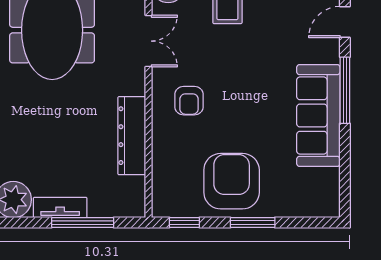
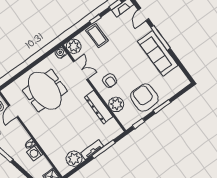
plant: (169, 155) -> (116, 104), added

